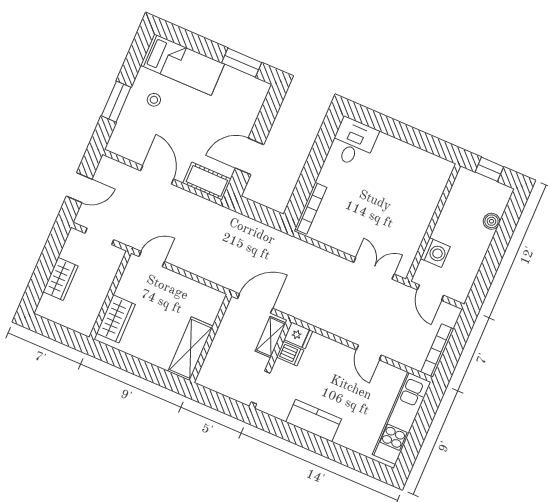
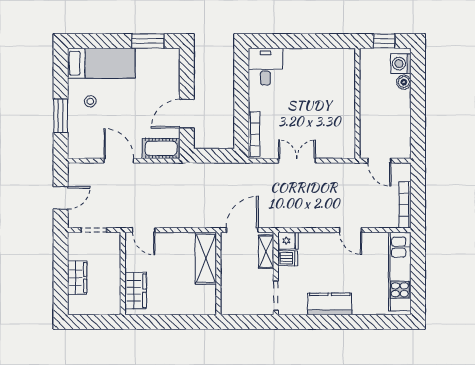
washing machine: (435, 253) -> (401, 64), moved, turned 180
door: (152, 259) -> (144, 230), swing flipped
double door: (374, 268) -> (297, 161), moved
shelving: (190, 349) -> (206, 258), moved

